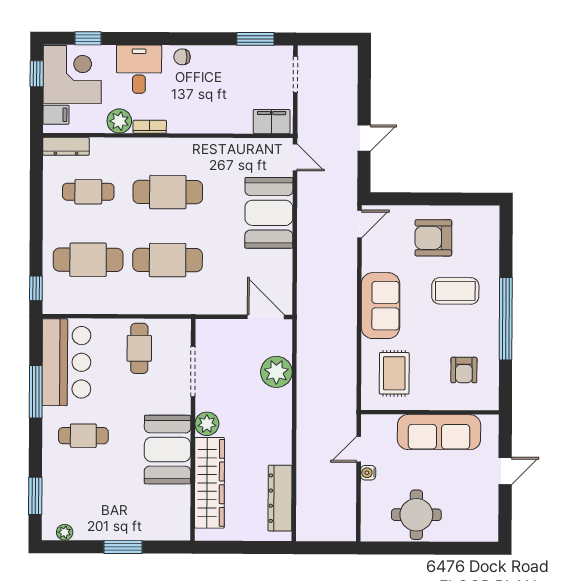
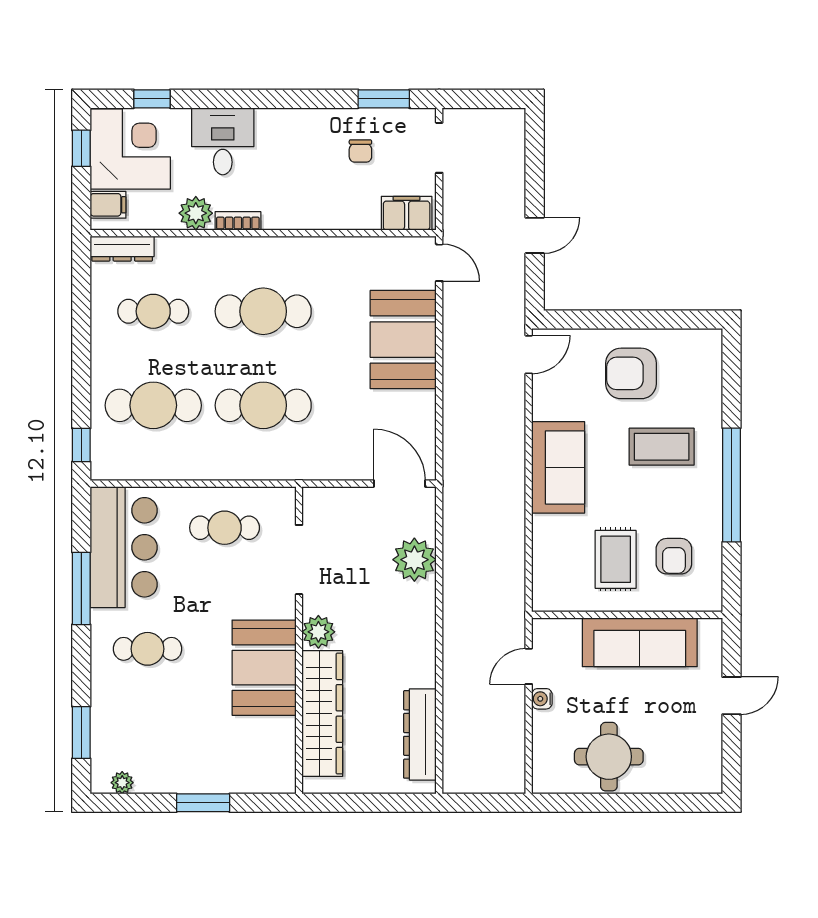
chair: (182, 57) -> (360, 151), moved, turned -90
cafe table: (139, 348) -> (225, 528), turned 90
rug: (394, 373) -> (616, 559), moved

